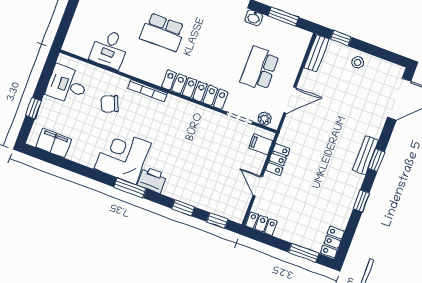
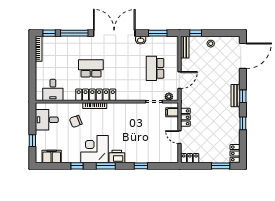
school desk: (163, 32) -> (91, 68), turned 180
desk: (109, 49) -> (53, 90), moved
locker: (195, 90) -> (96, 95), moved
window: (217, 220) -> (77, 166), moved

